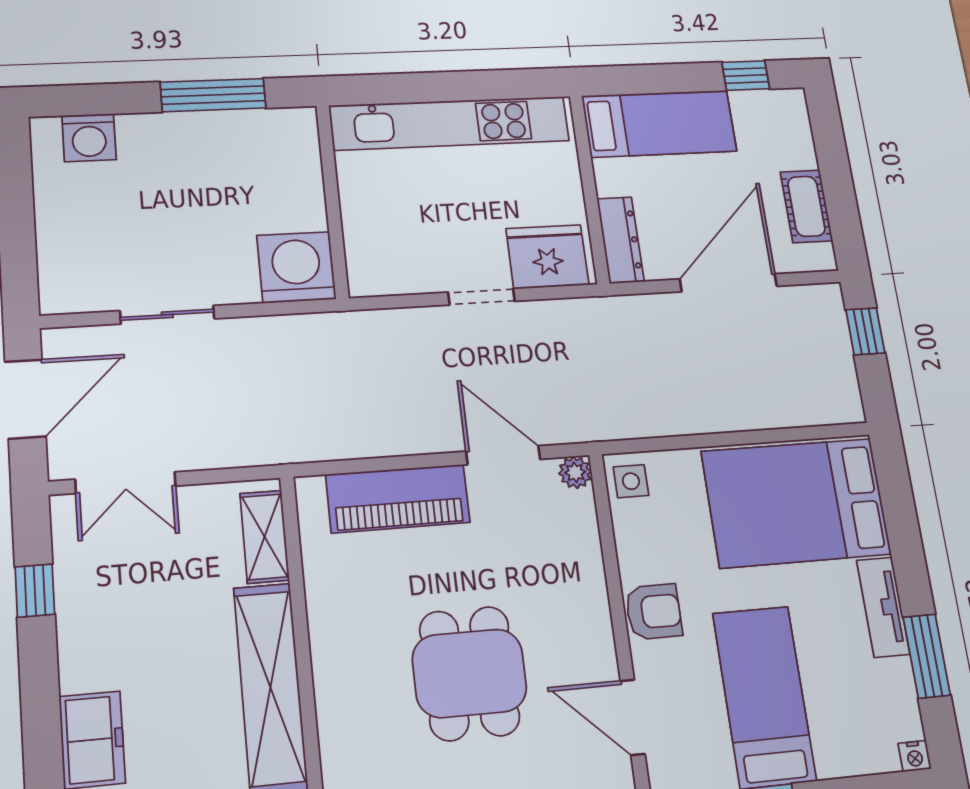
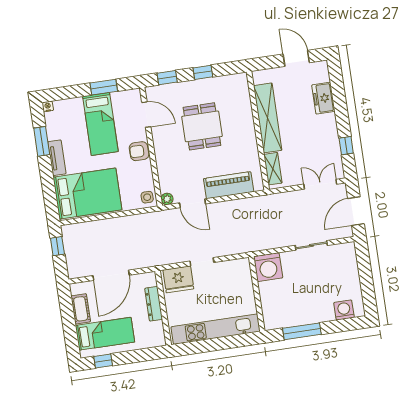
bed: (659, 124) -> (105, 334), moved, turned 180
dresser: (621, 240) -> (154, 304), moved
window: (865, 331) -> (57, 246), moved

